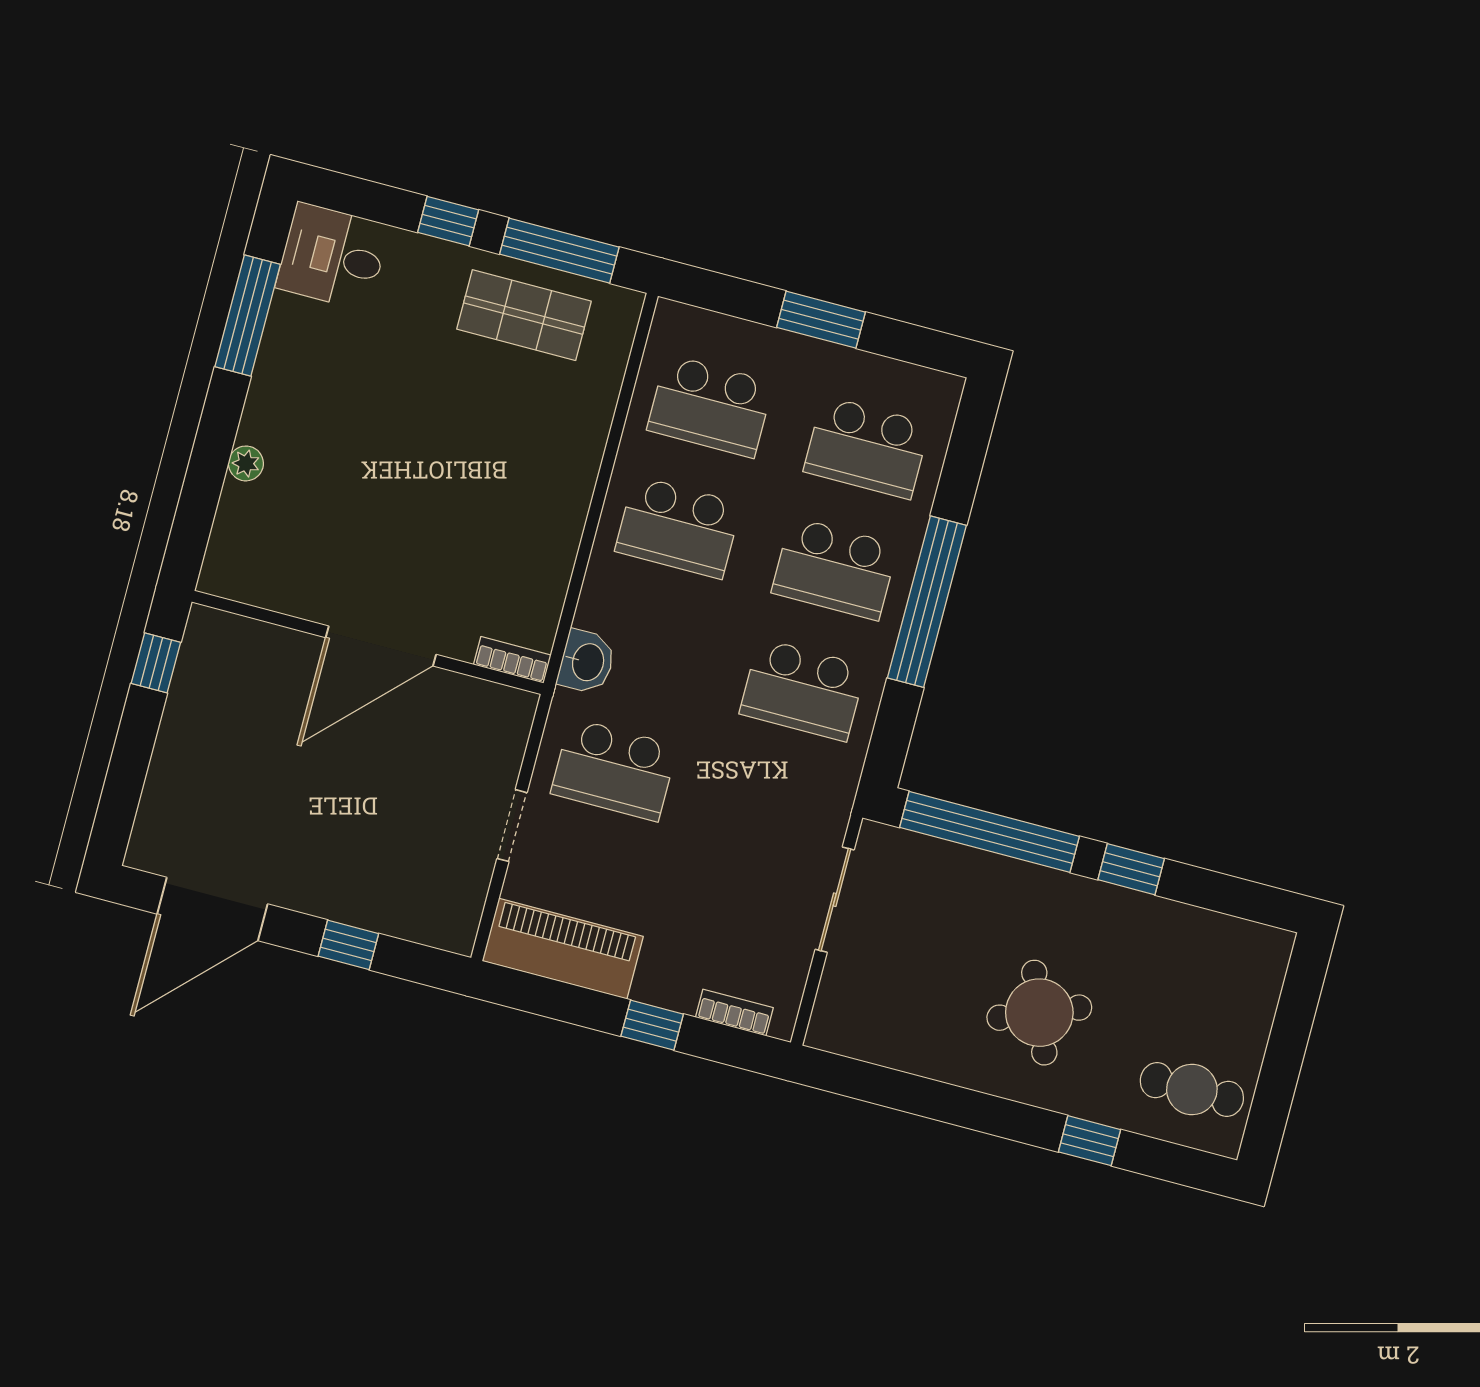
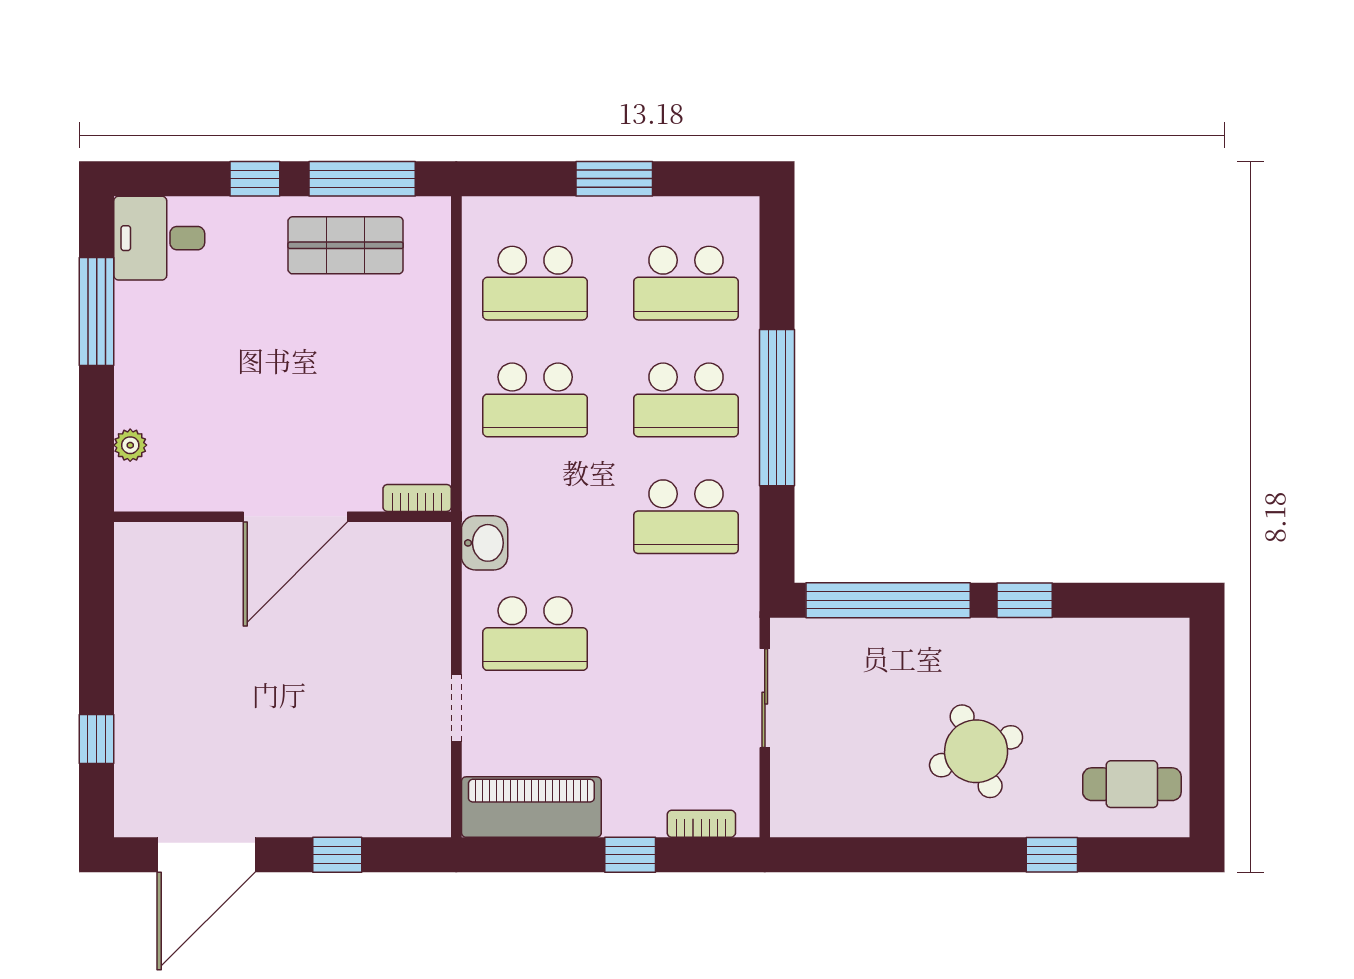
wall: (368, 642) -> (283, 517), moved
door: (381, 646) -> (295, 517), moved
bookcase: (512, 660) -> (417, 498), moved
window: (156, 663) -> (97, 739), moved

